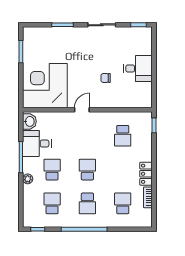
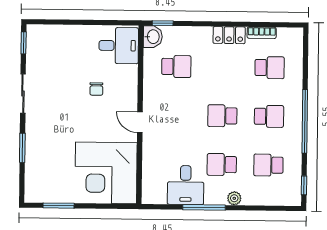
desk: (138, 68) -> (119, 46), moved, turned 90
washbasin: (29, 121) -> (153, 37), moved, turned 90
school desk: (123, 203) -> (270, 68), turned 180

